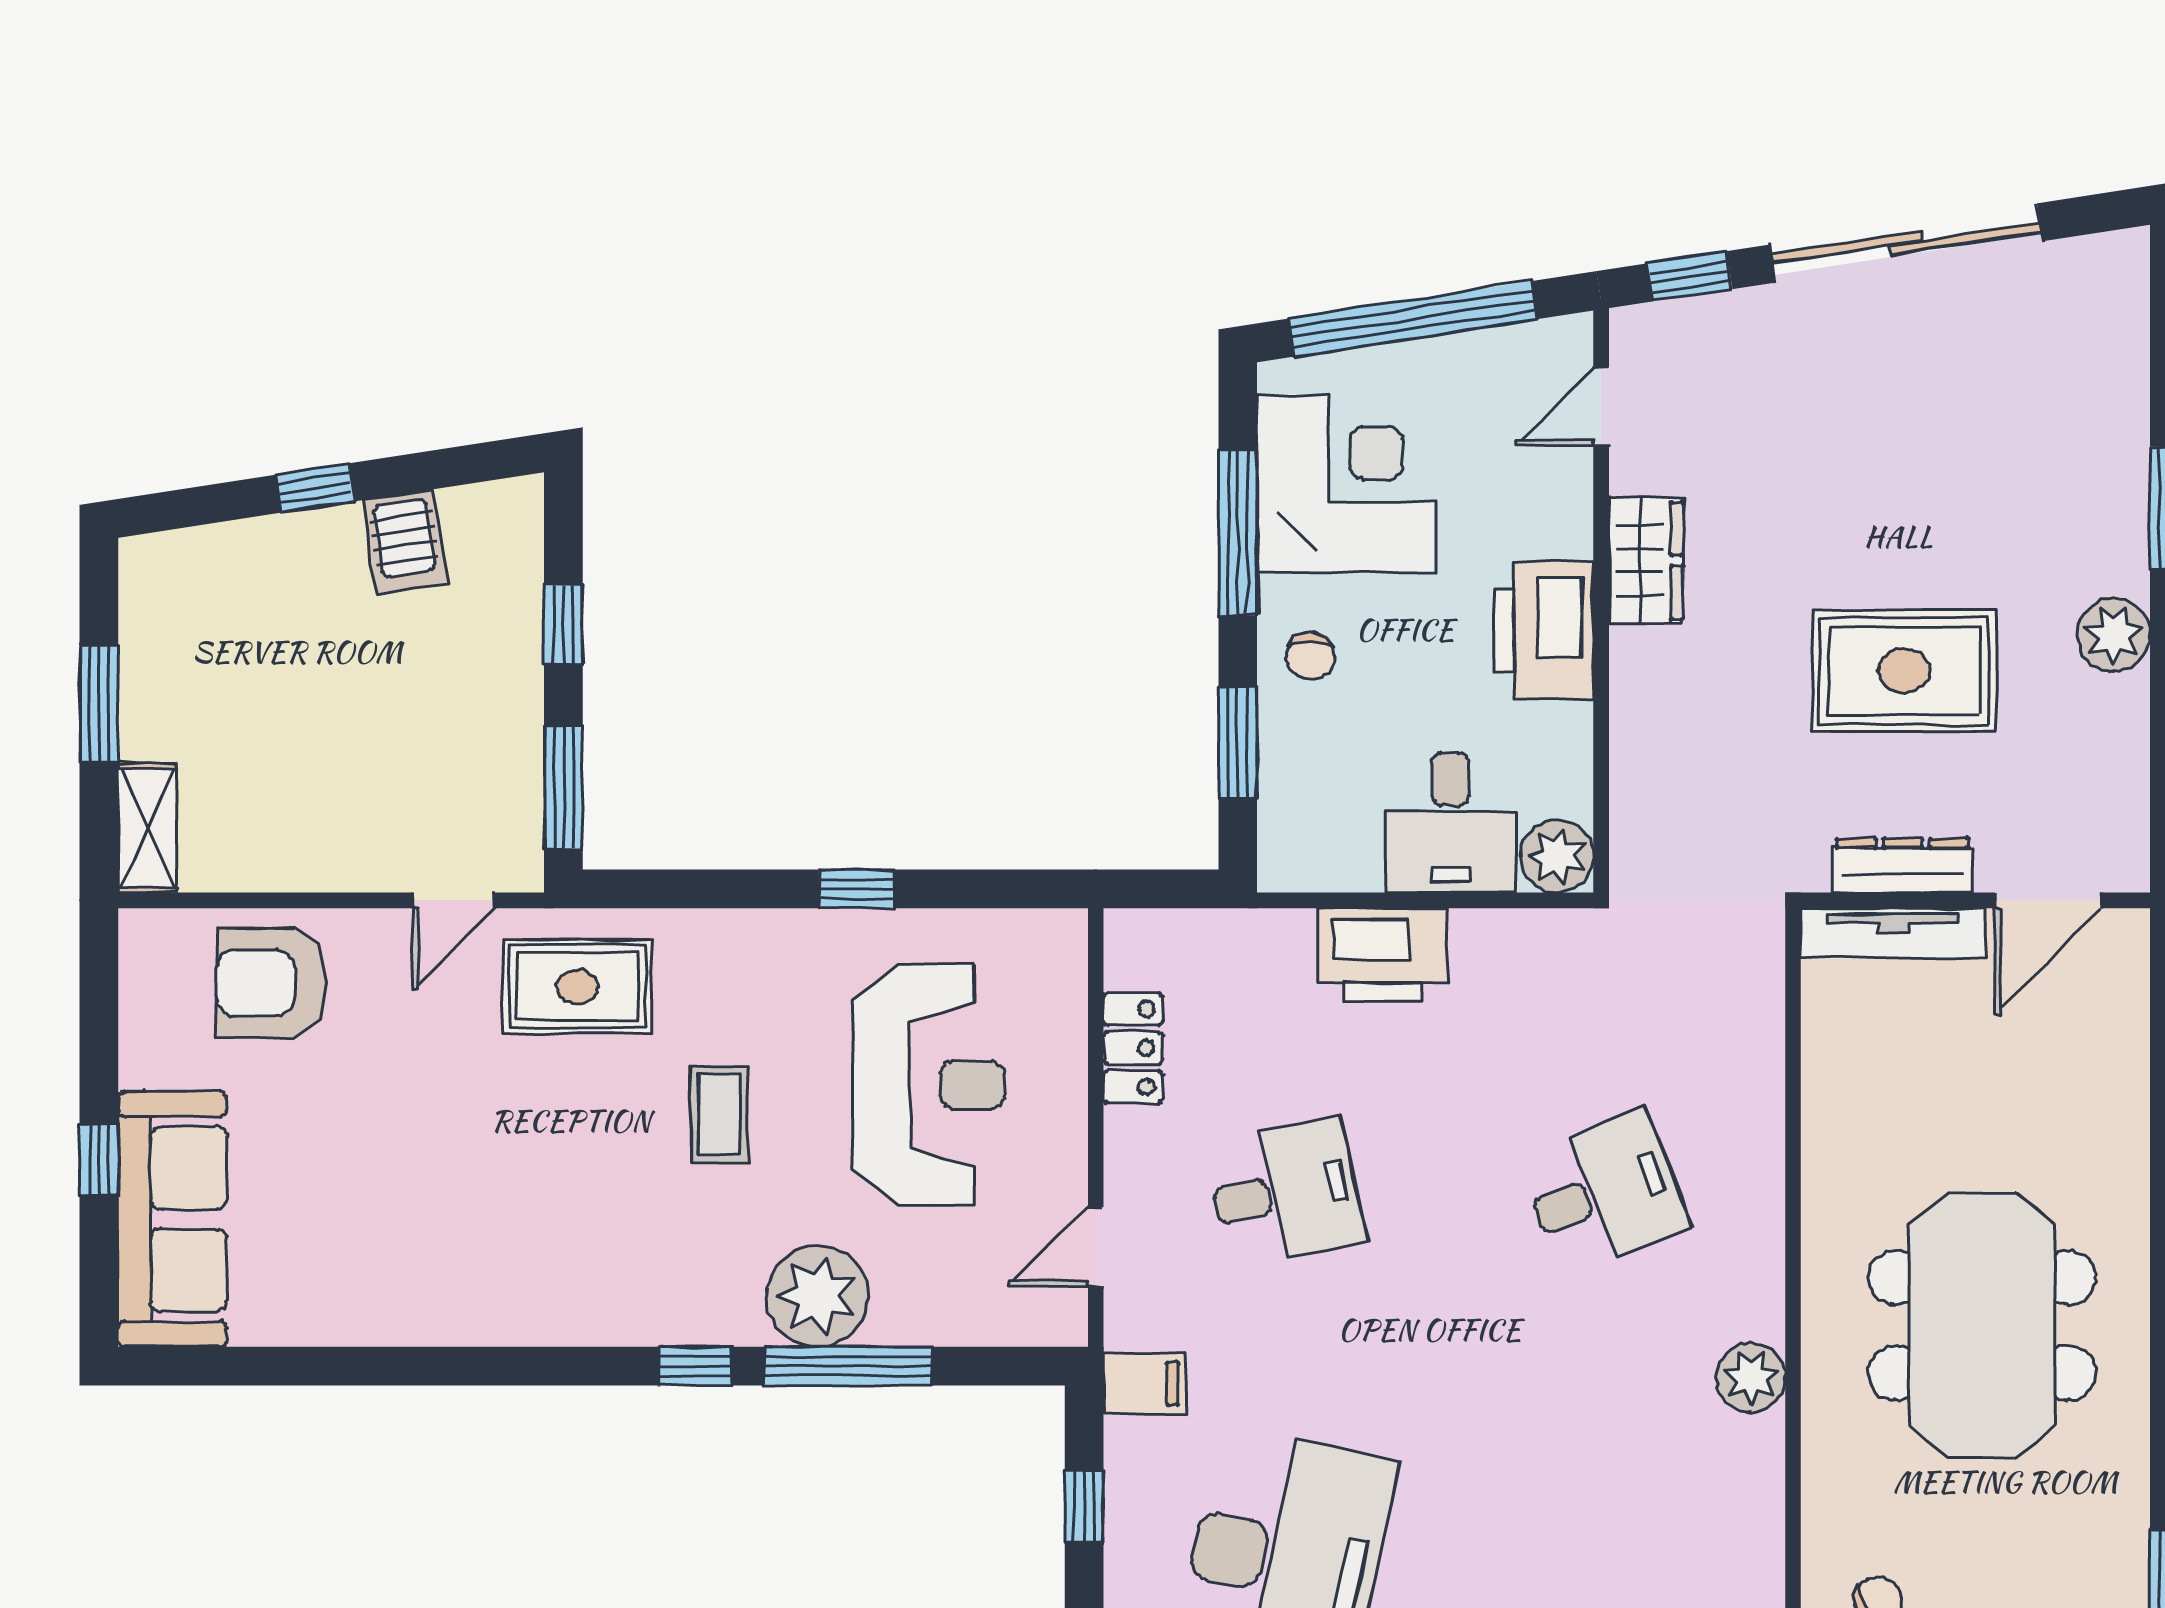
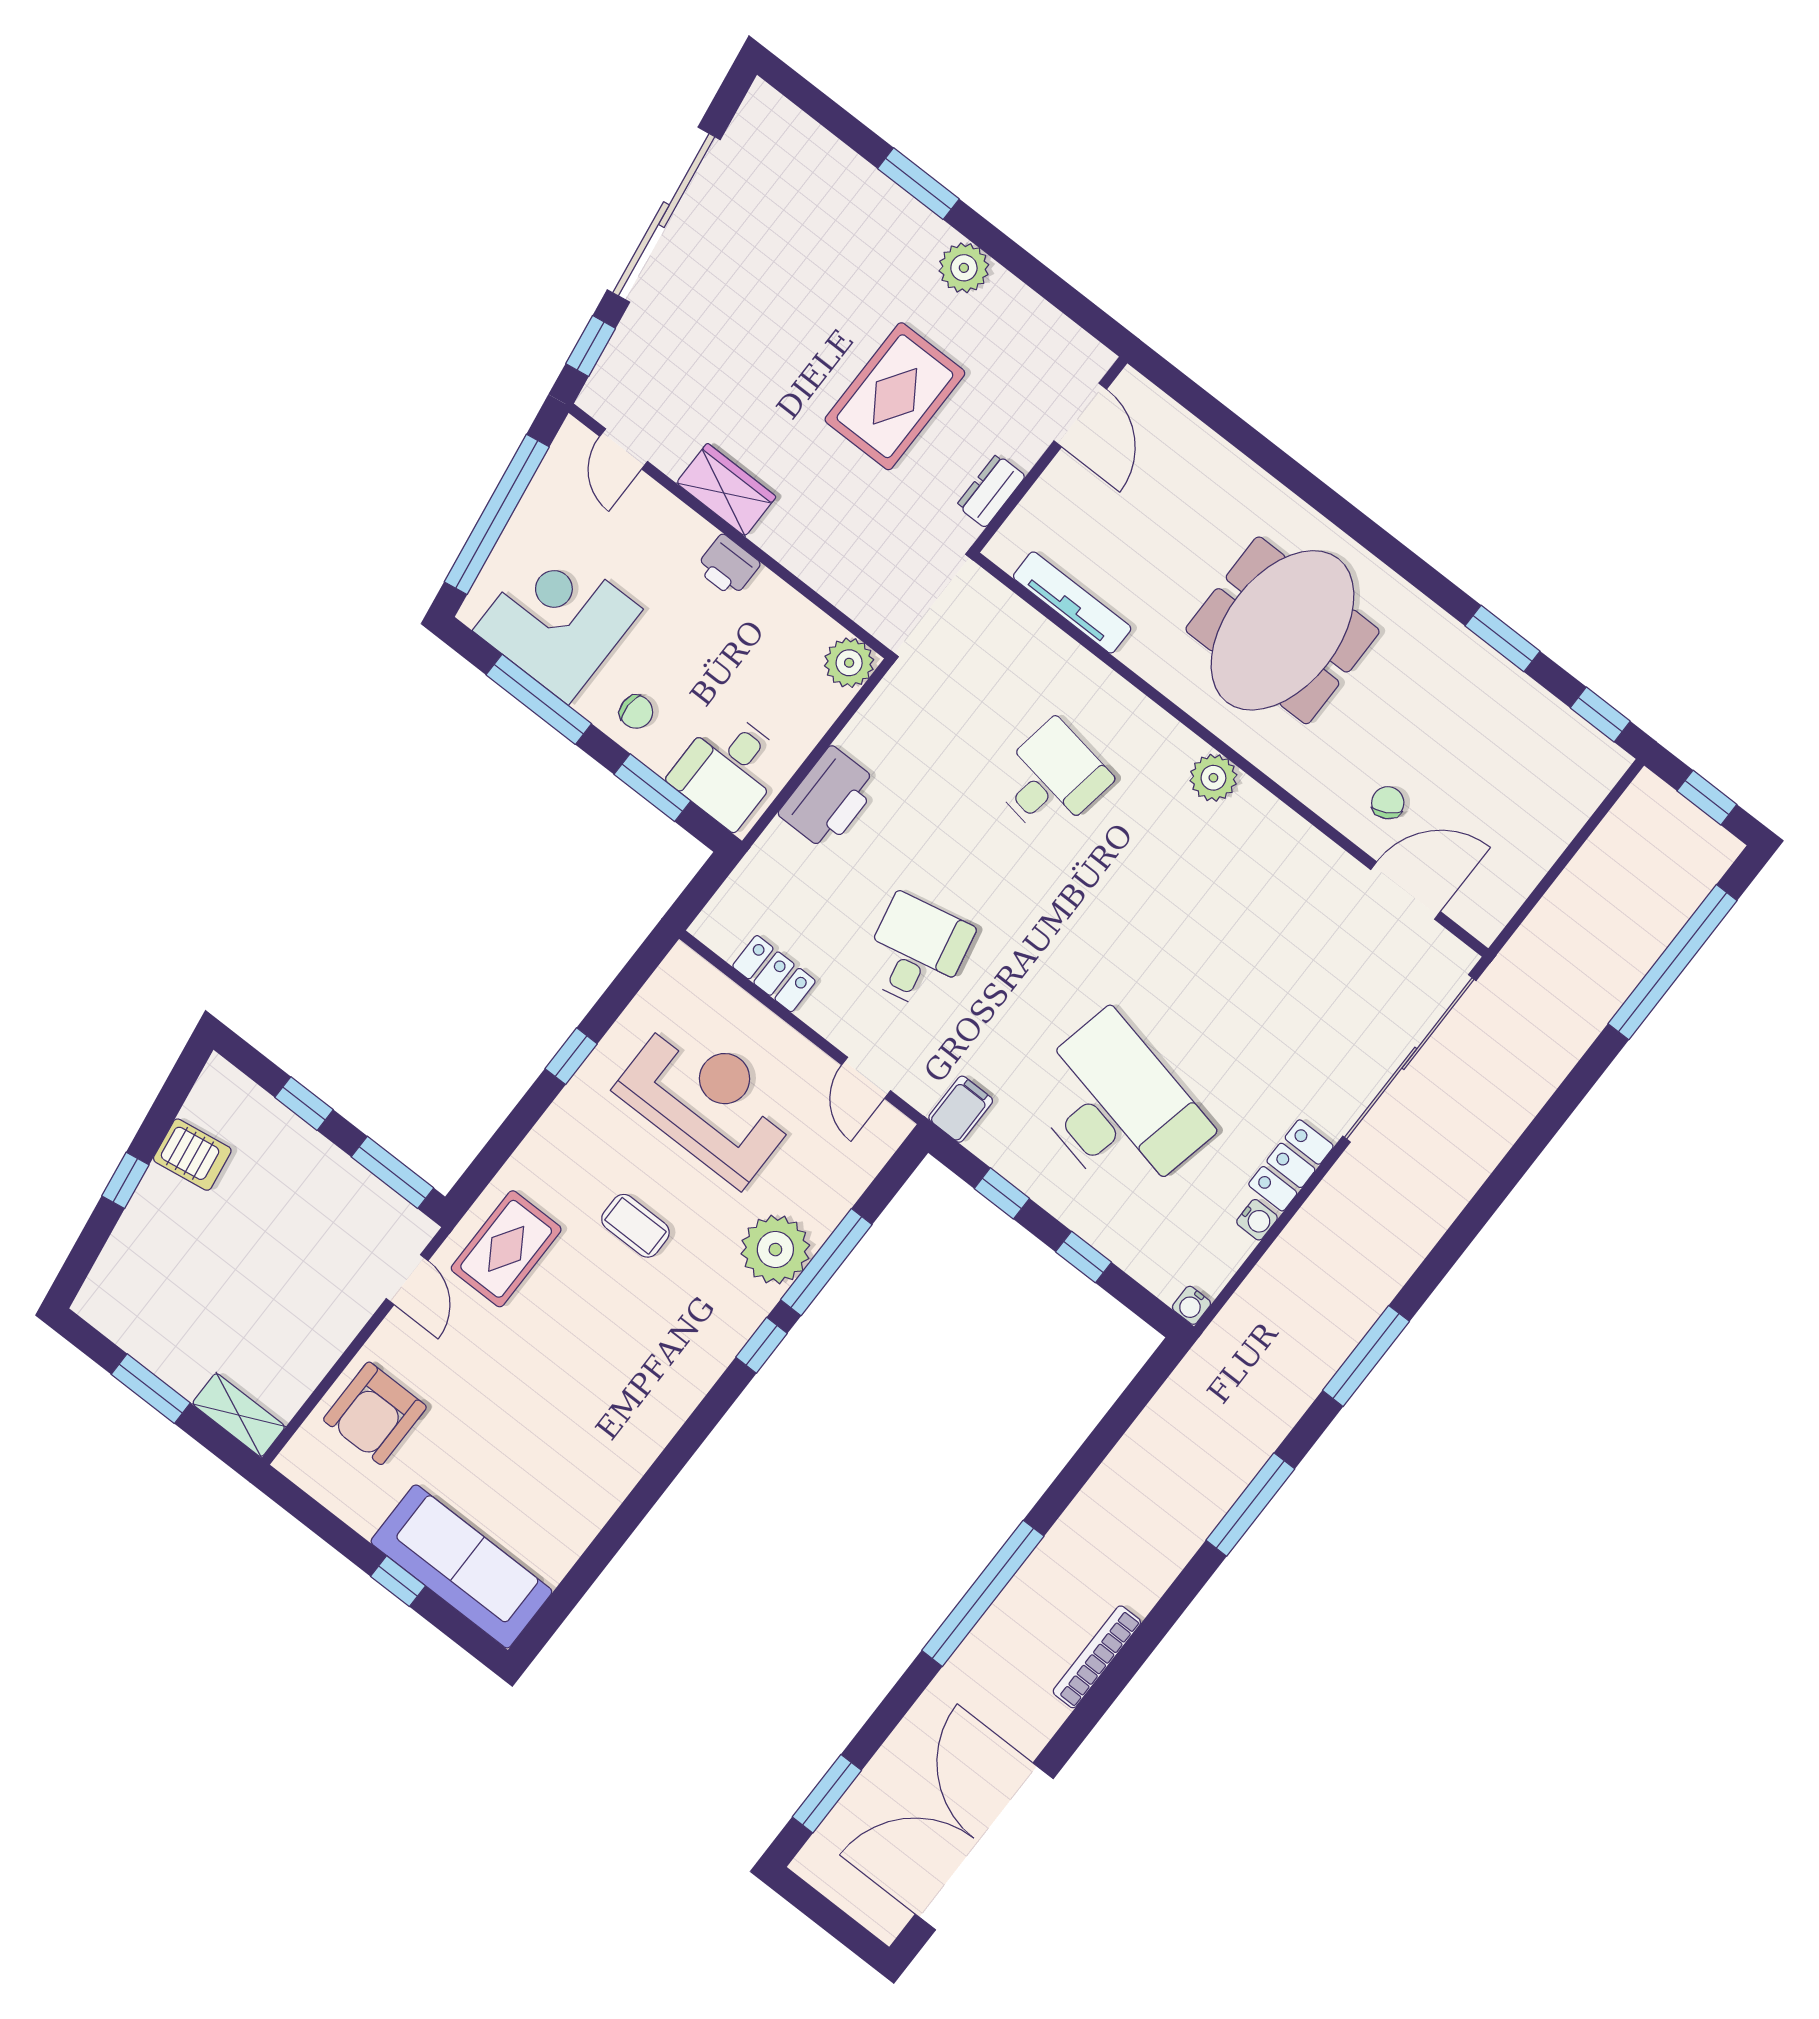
printer: (1544, 631) -> (728, 566), width x0.53, depth x0.68
desk: (1451, 823) -> (729, 769), moved, turned 90
dresser: (1903, 865) -> (991, 491), width x0.70
tv unit: (1893, 933) -> (1072, 602), moved, turned -90
desk: (1604, 1193) -> (1051, 779), turned 30
meeting table: (1982, 1325) -> (1282, 630), turned 90

